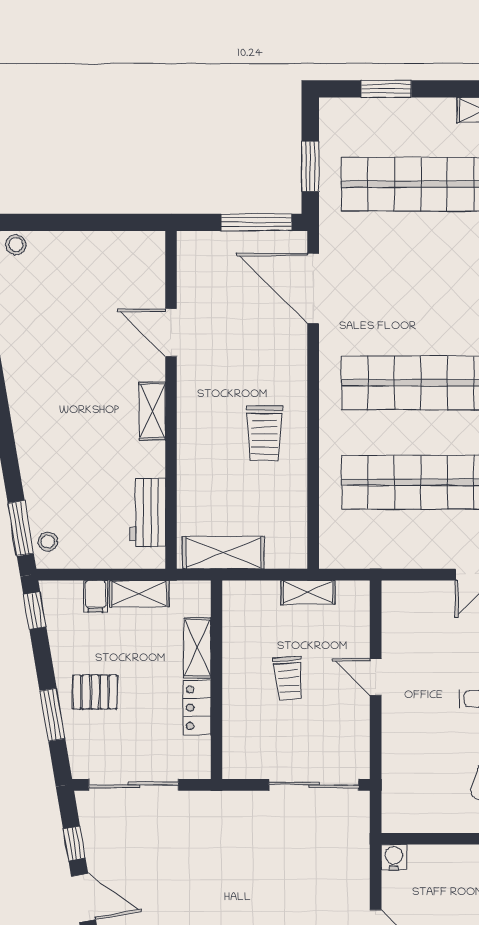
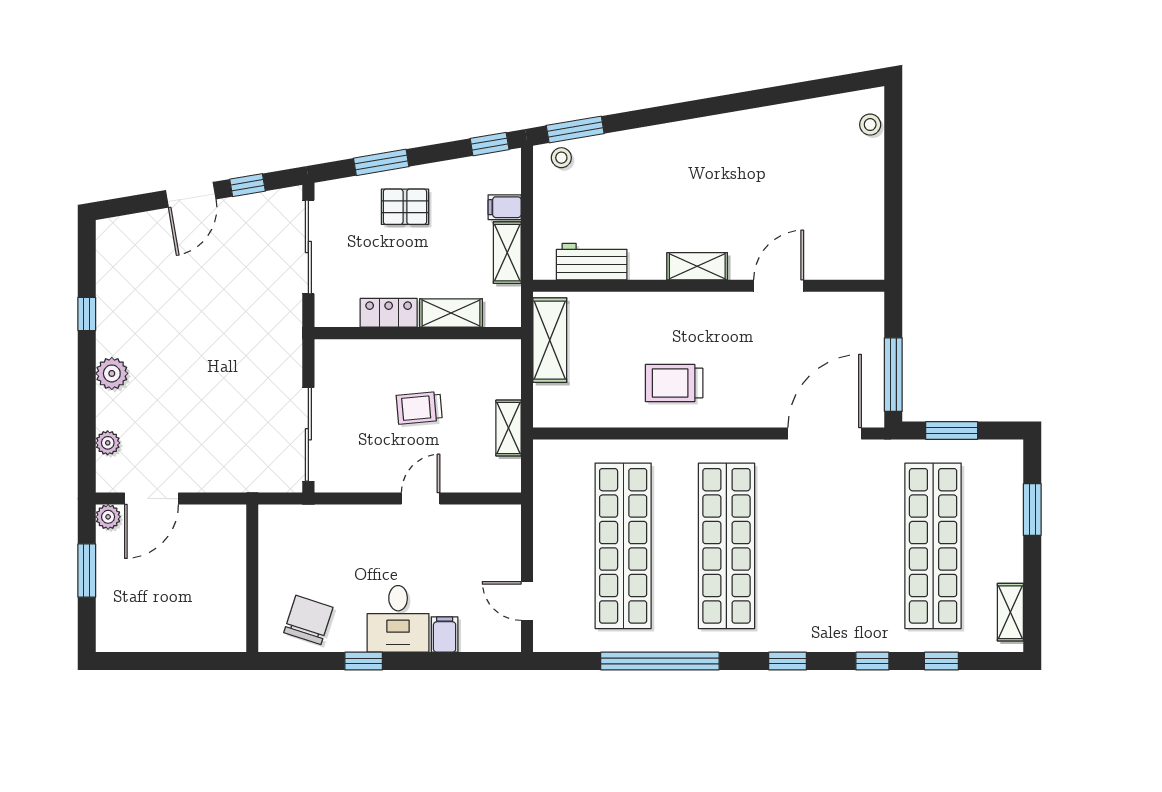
pallet: (95, 692) -> (405, 207), turned 90
water cooler: (394, 857) -> (233, 518), removed

